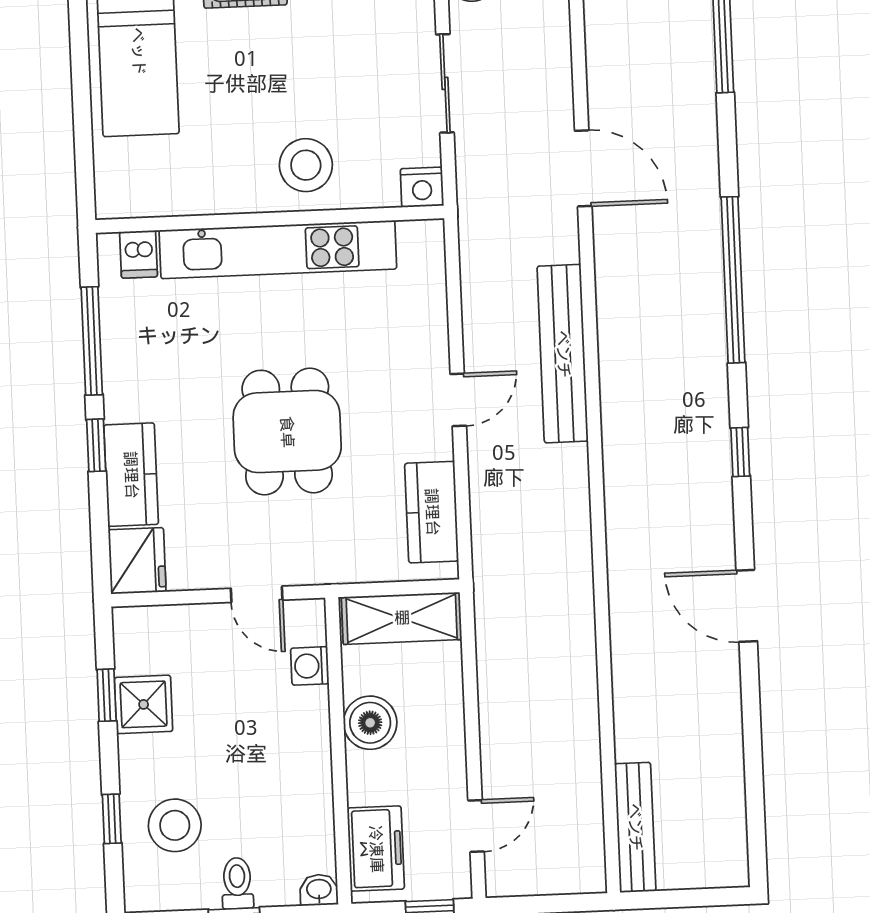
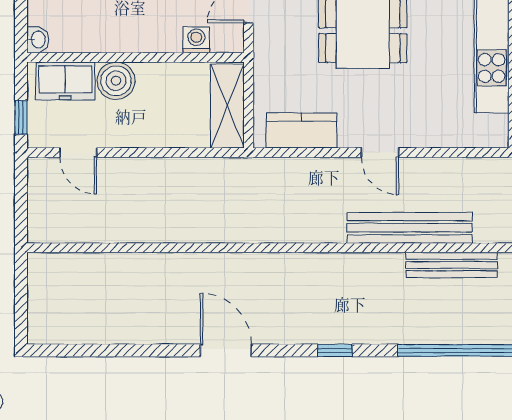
door: (747, 606) -> (226, 350), hinge flipped
boiler: (370, 723) -> (116, 81), moved
bench: (635, 827) -> (452, 265), moved

